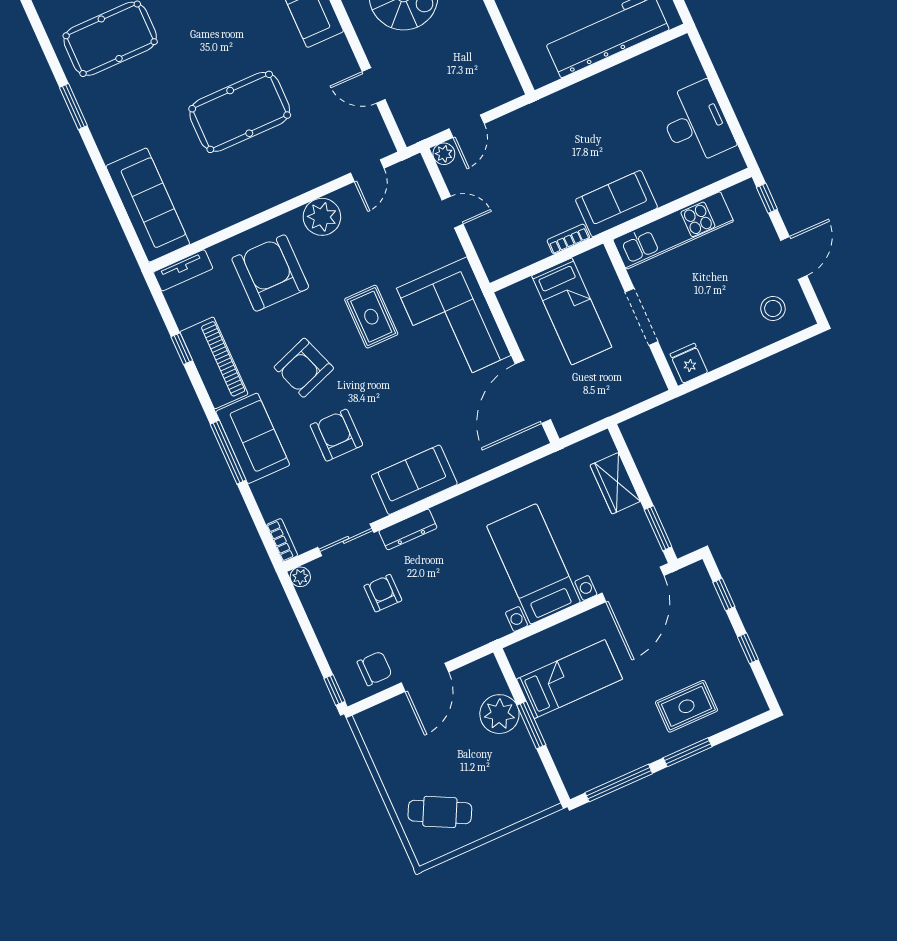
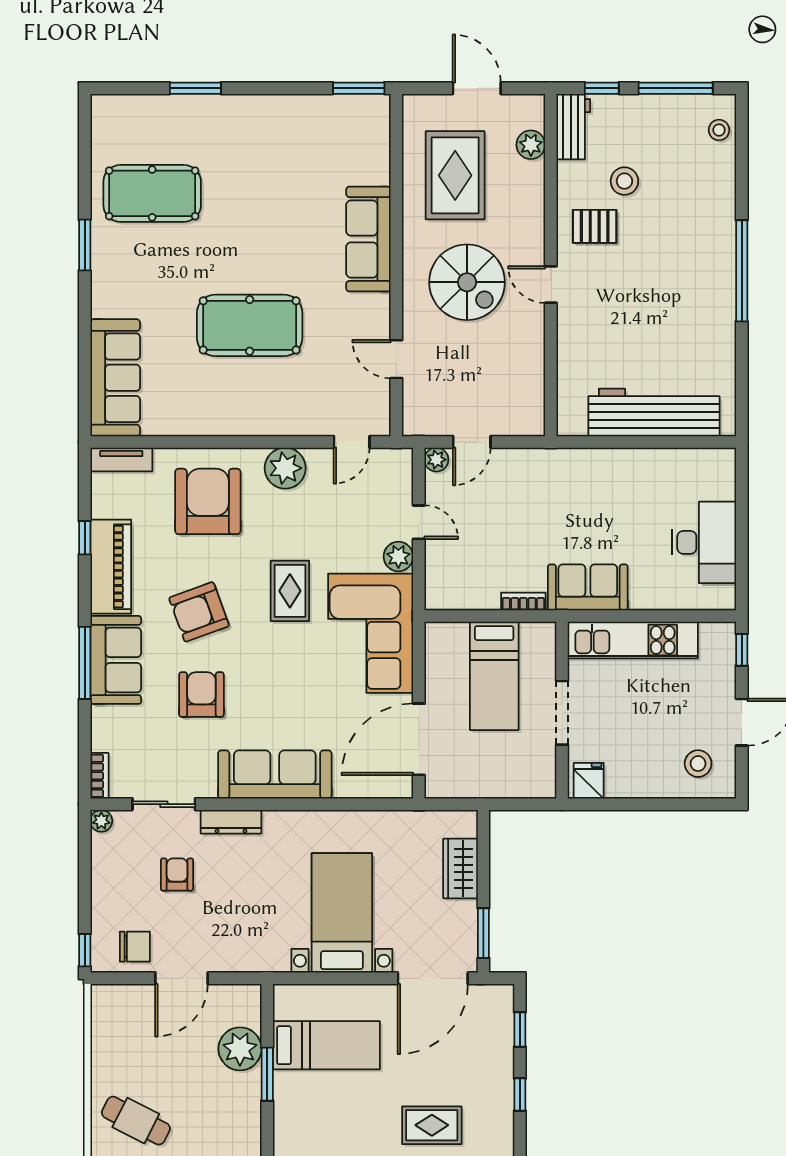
plant: (448, 248) -> (398, 557), added
sofa: (414, 480) -> (275, 774), width x1.36

